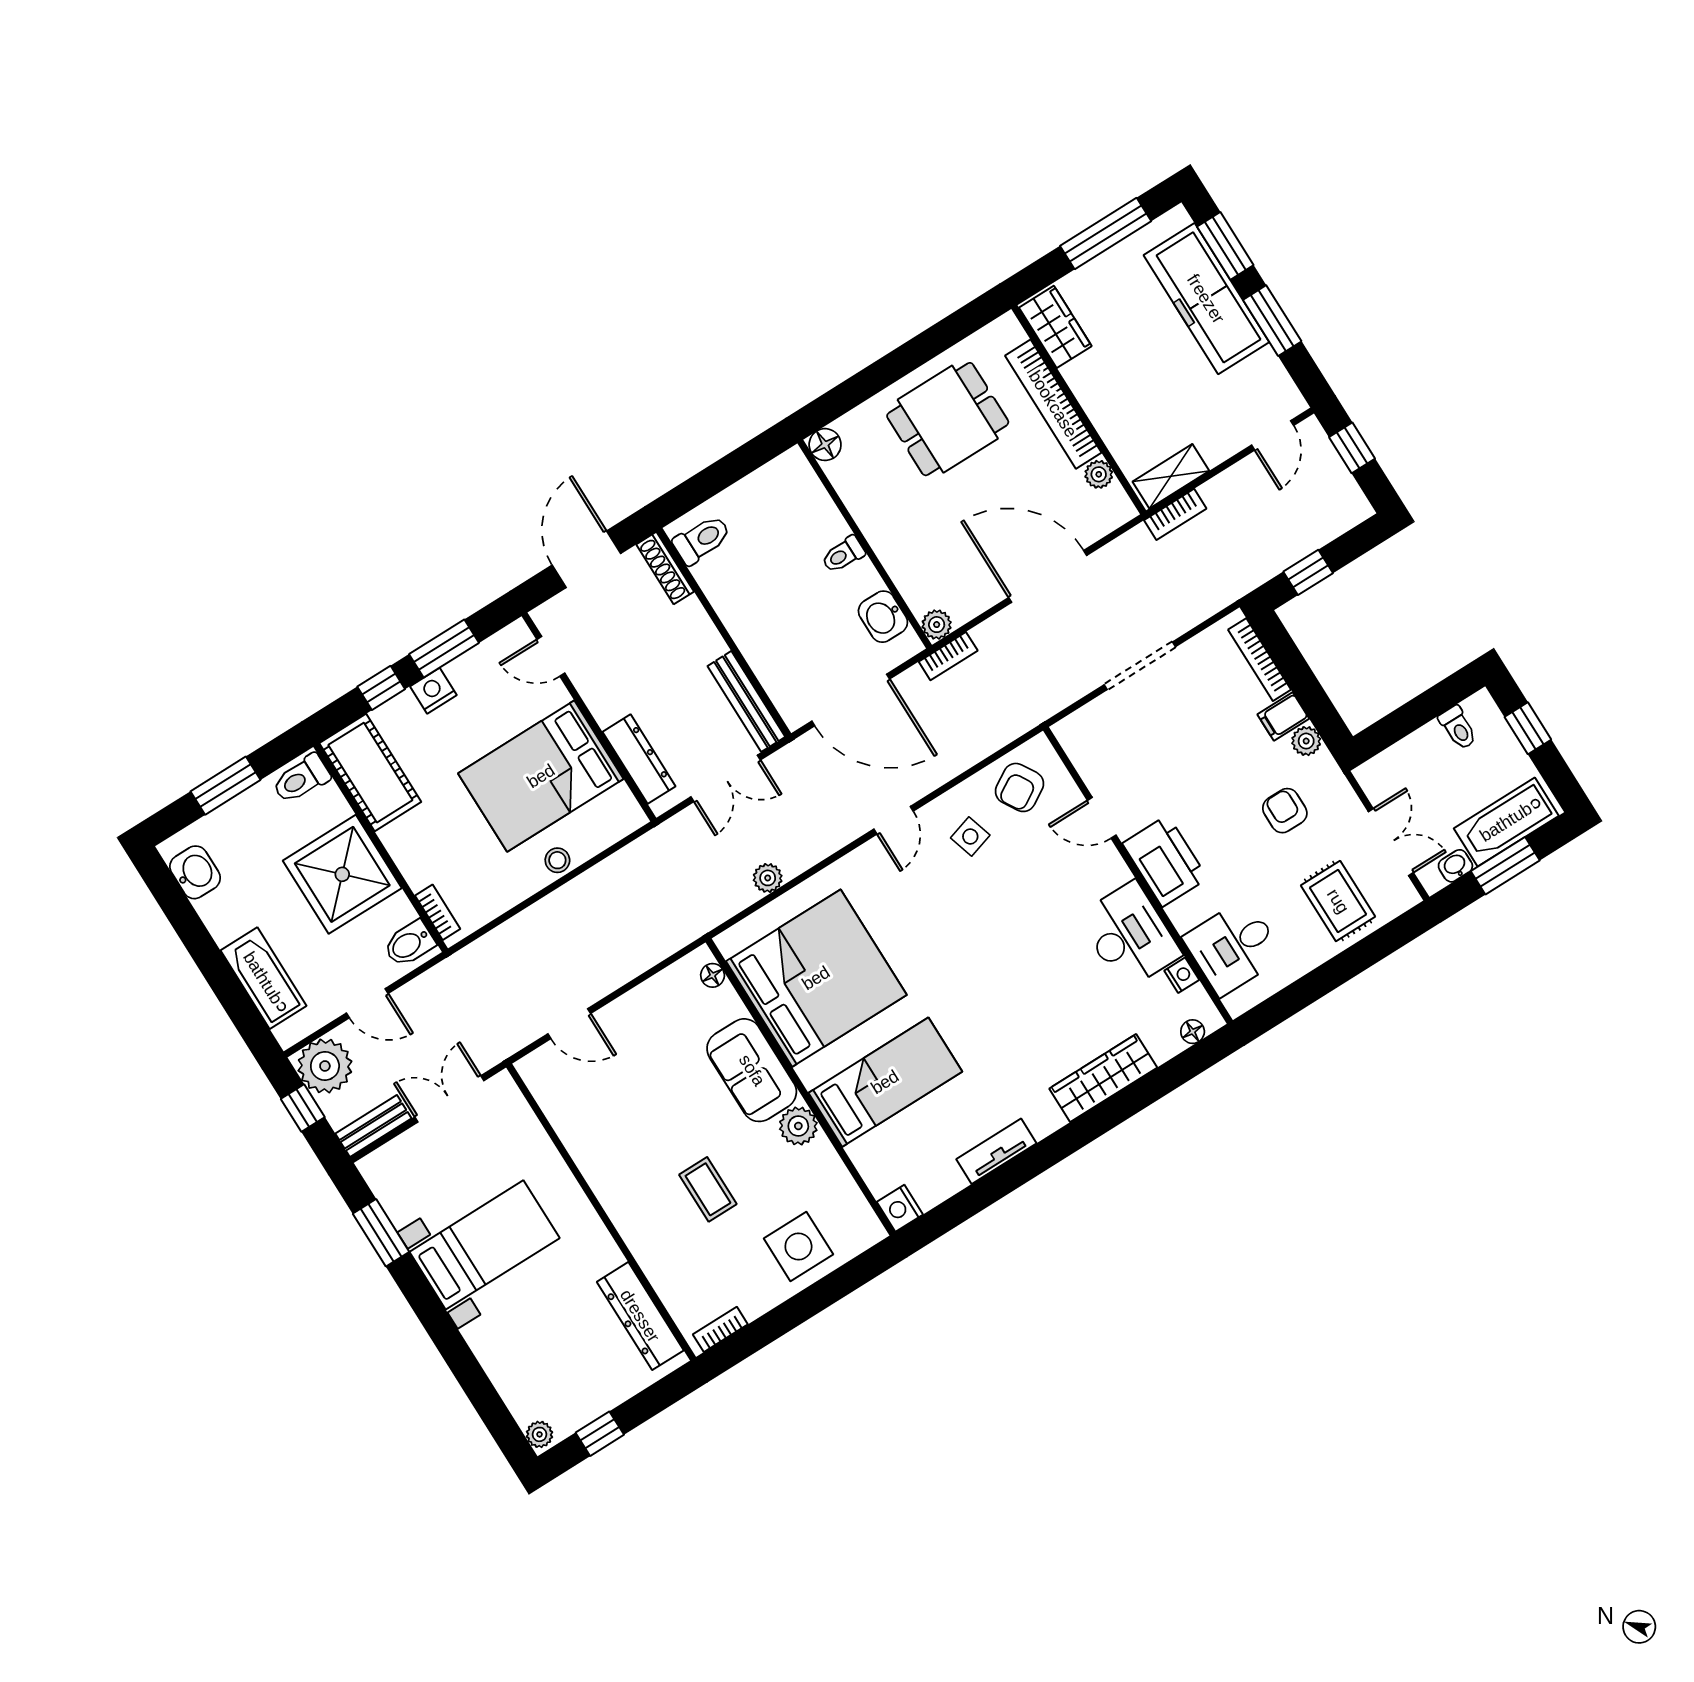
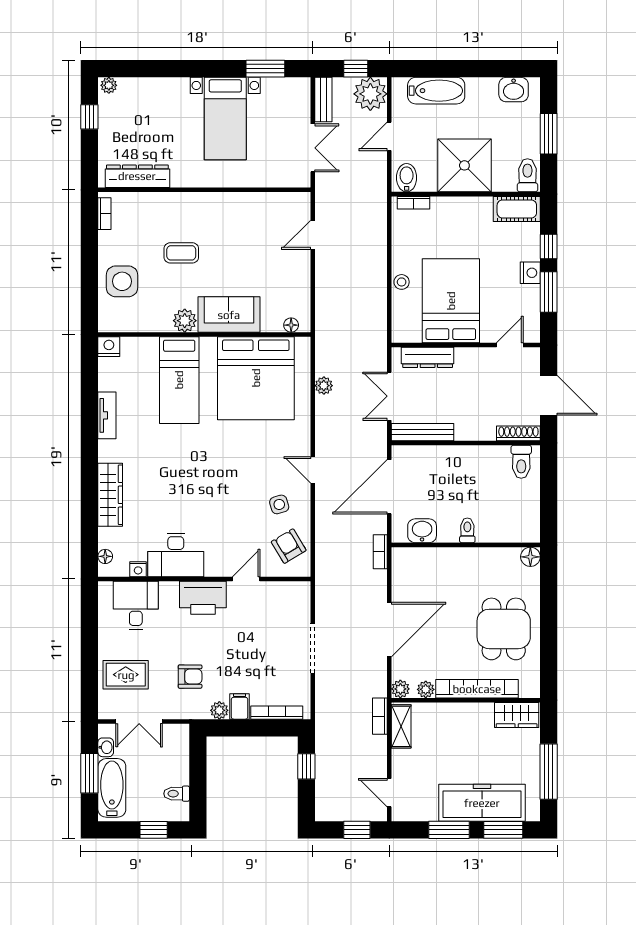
plant: (937, 625) -> (400, 689), moved
cot: (370, 773) -> (517, 209), width x0.73, depth x0.75

